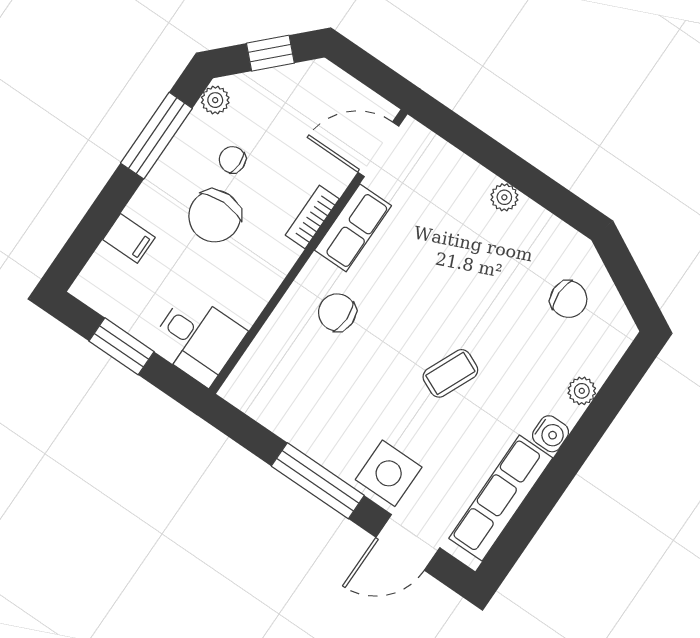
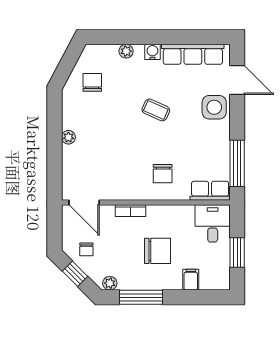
chair: (232, 160) -> (86, 249), moved
row of seats: (353, 228) -> (210, 191), moved
window: (318, 481) -> (237, 163), moved

